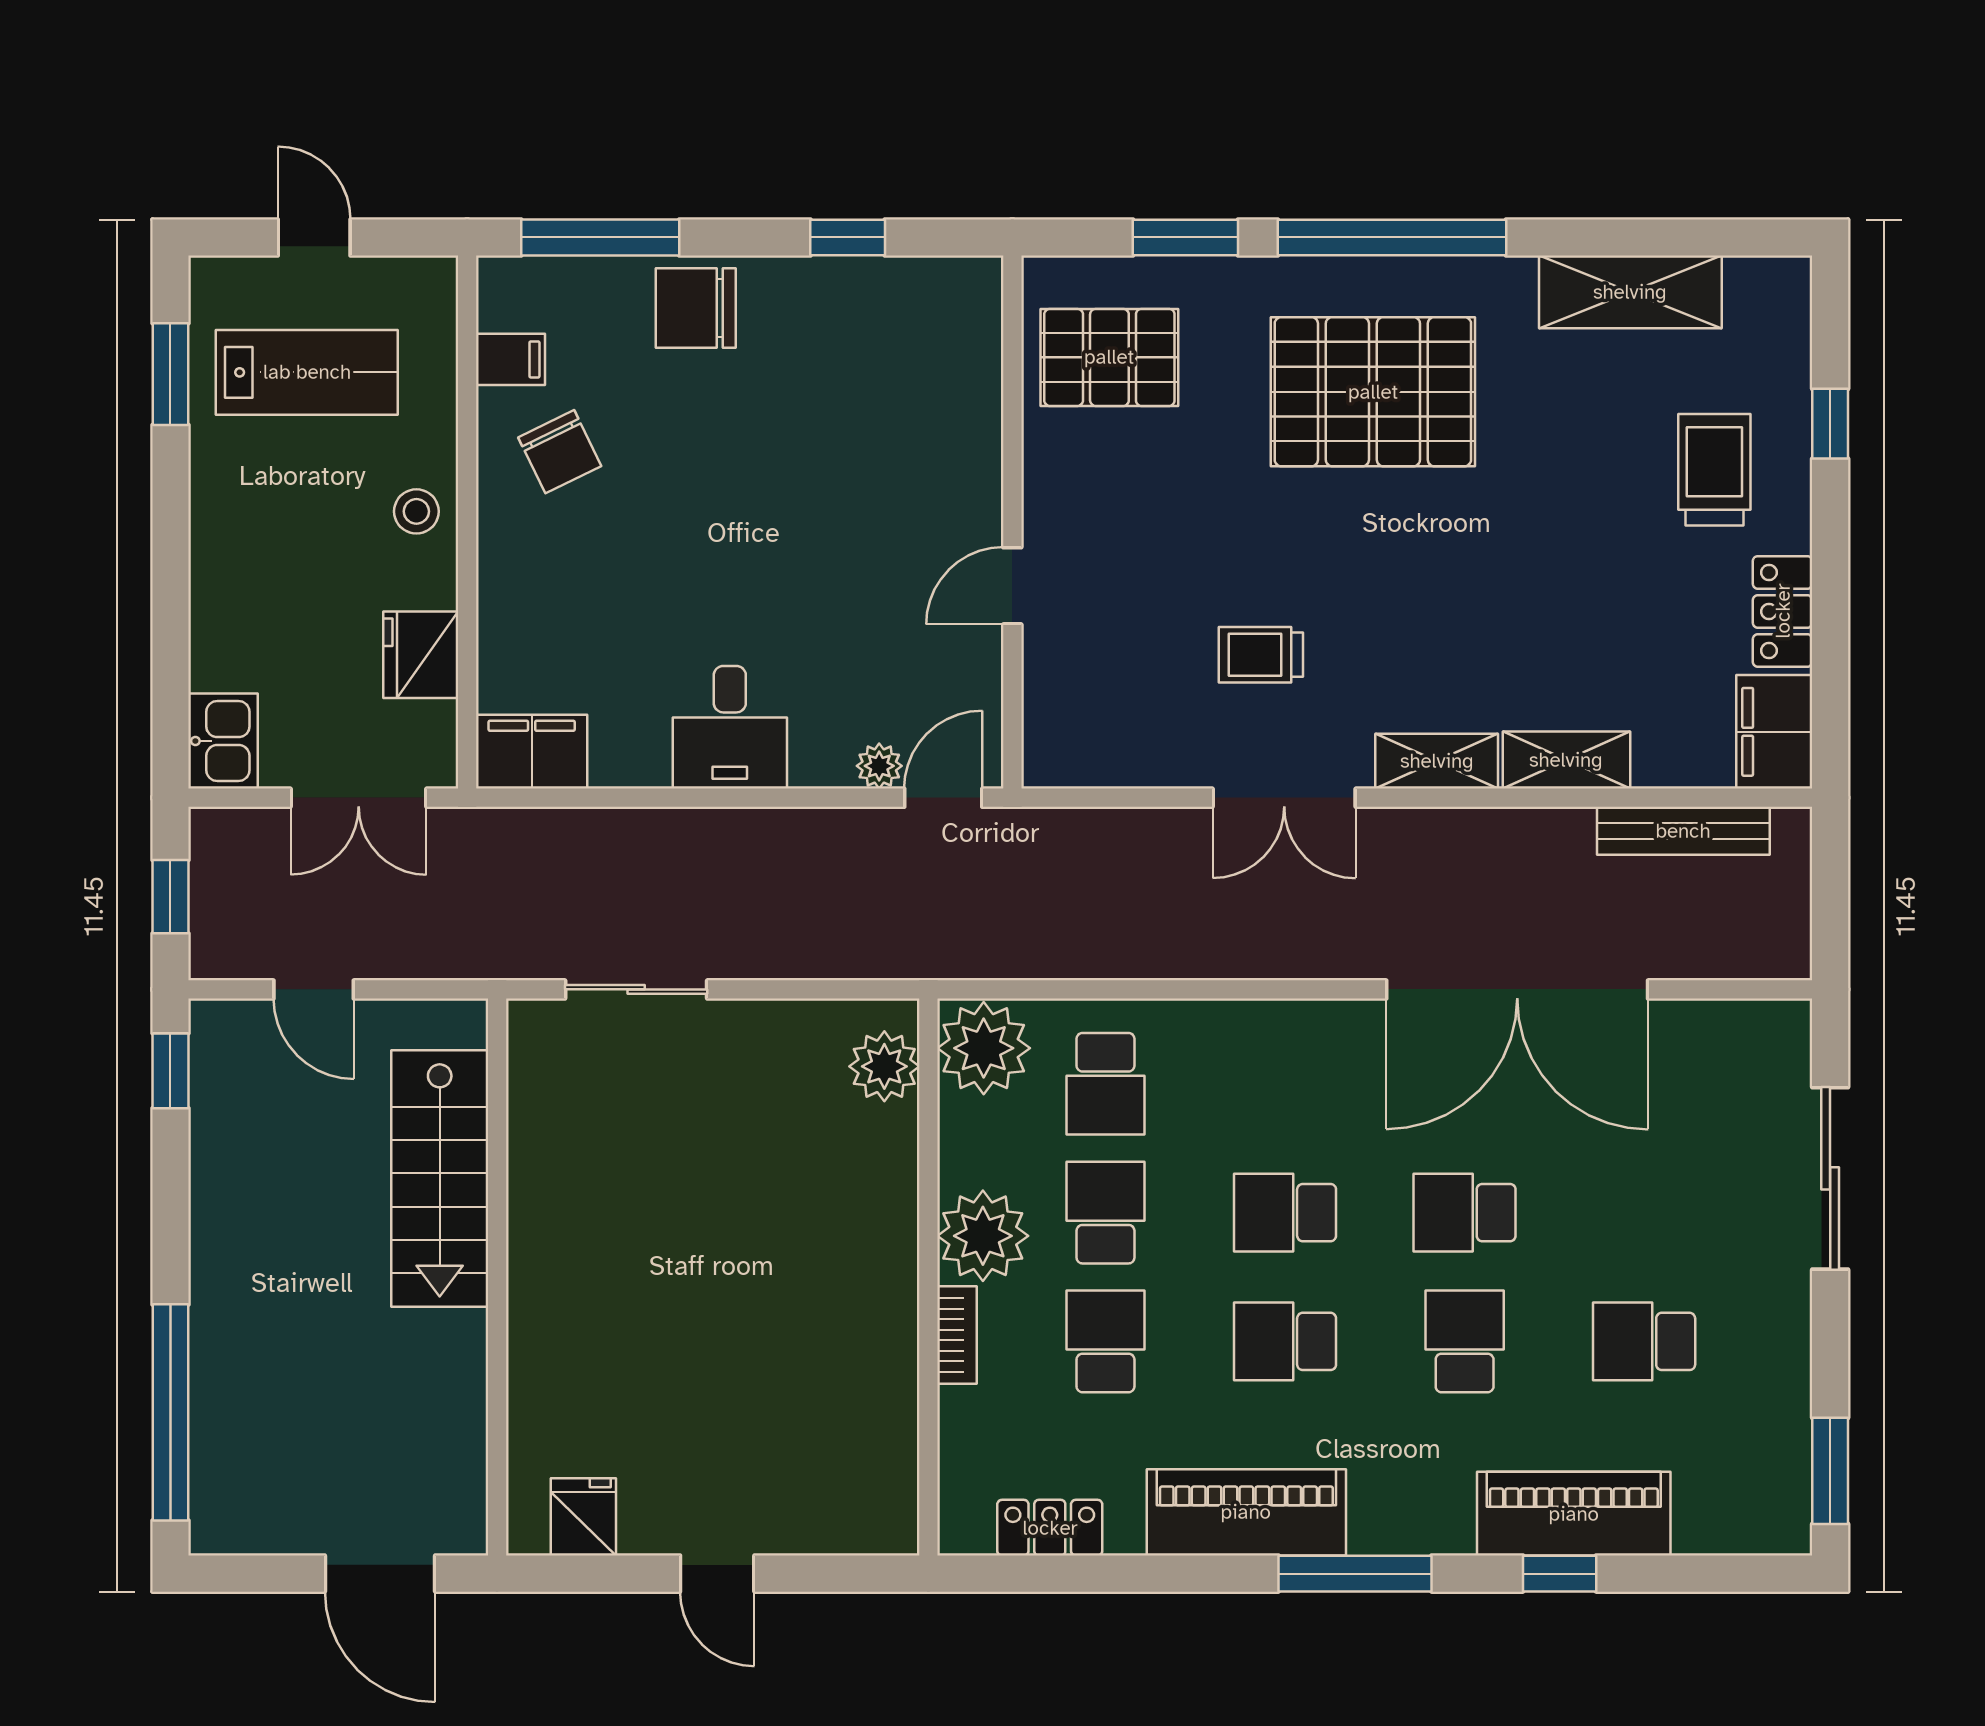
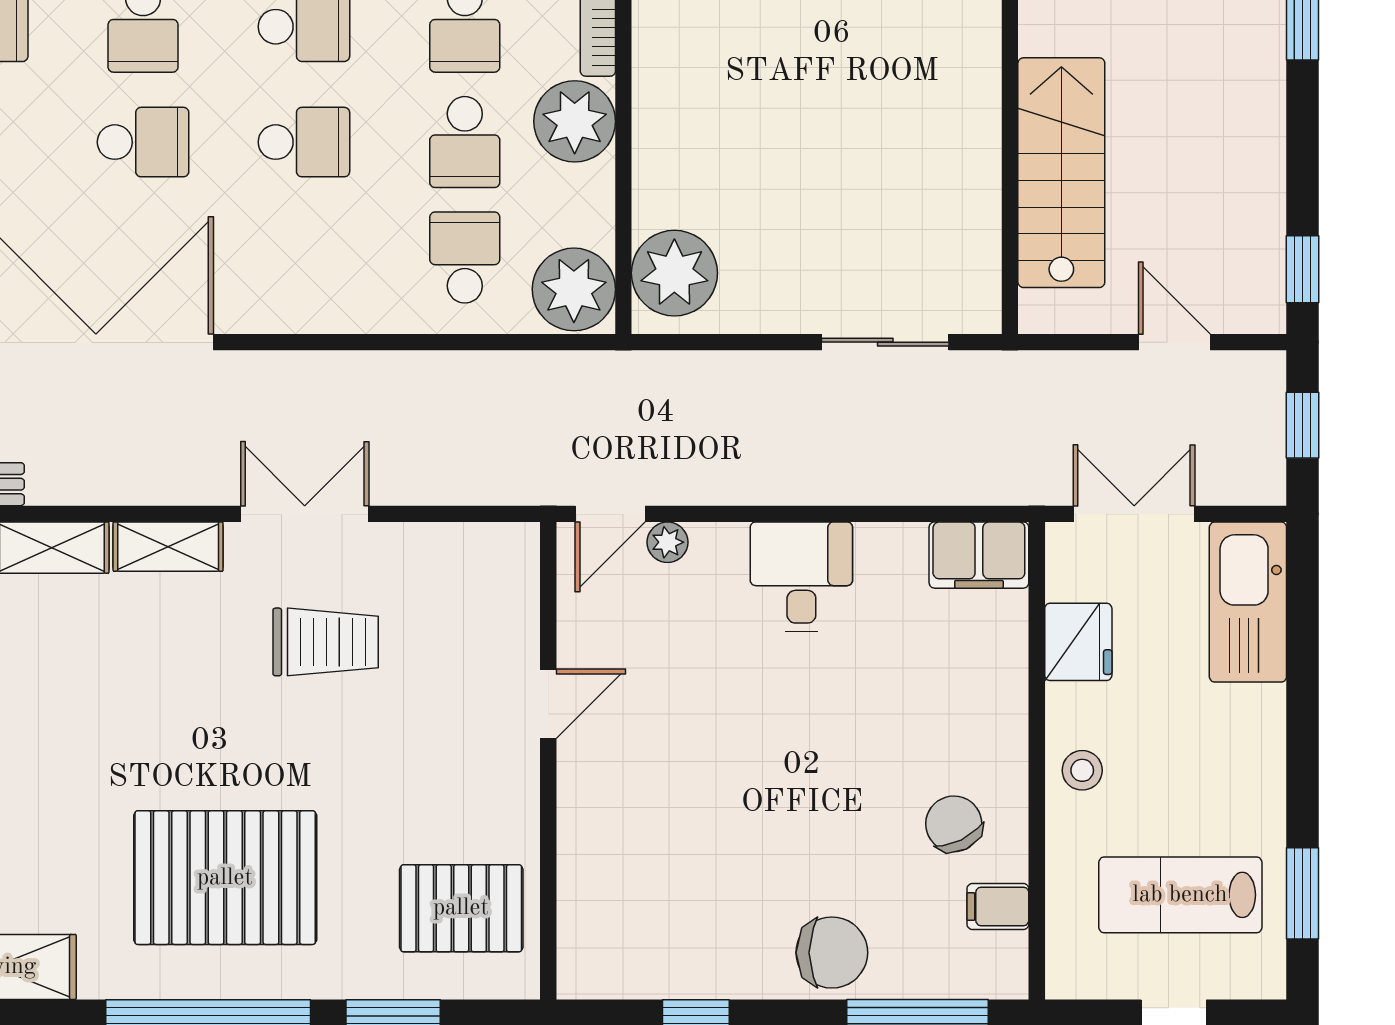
trolley: (1261, 655) -> (326, 642), width x1.36, depth x1.39
kitchen sink: (223, 741) -> (1248, 602), width x1.88, depth x1.24
plant: (884, 1066) -> (674, 273), width x1.36, depth x1.36

